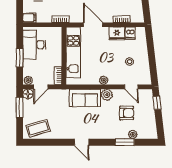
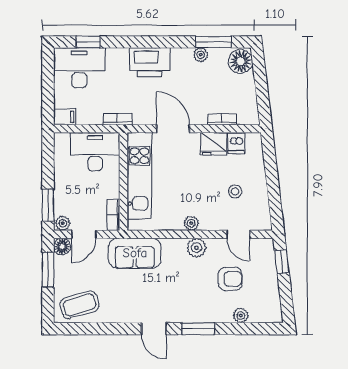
desk: (34, 45) -> (95, 152), moved, turned 90
window: (20, 58) -> (48, 205), moved
sofa: (85, 98) -> (135, 253), moved
window: (125, 142) -> (198, 329), moved

